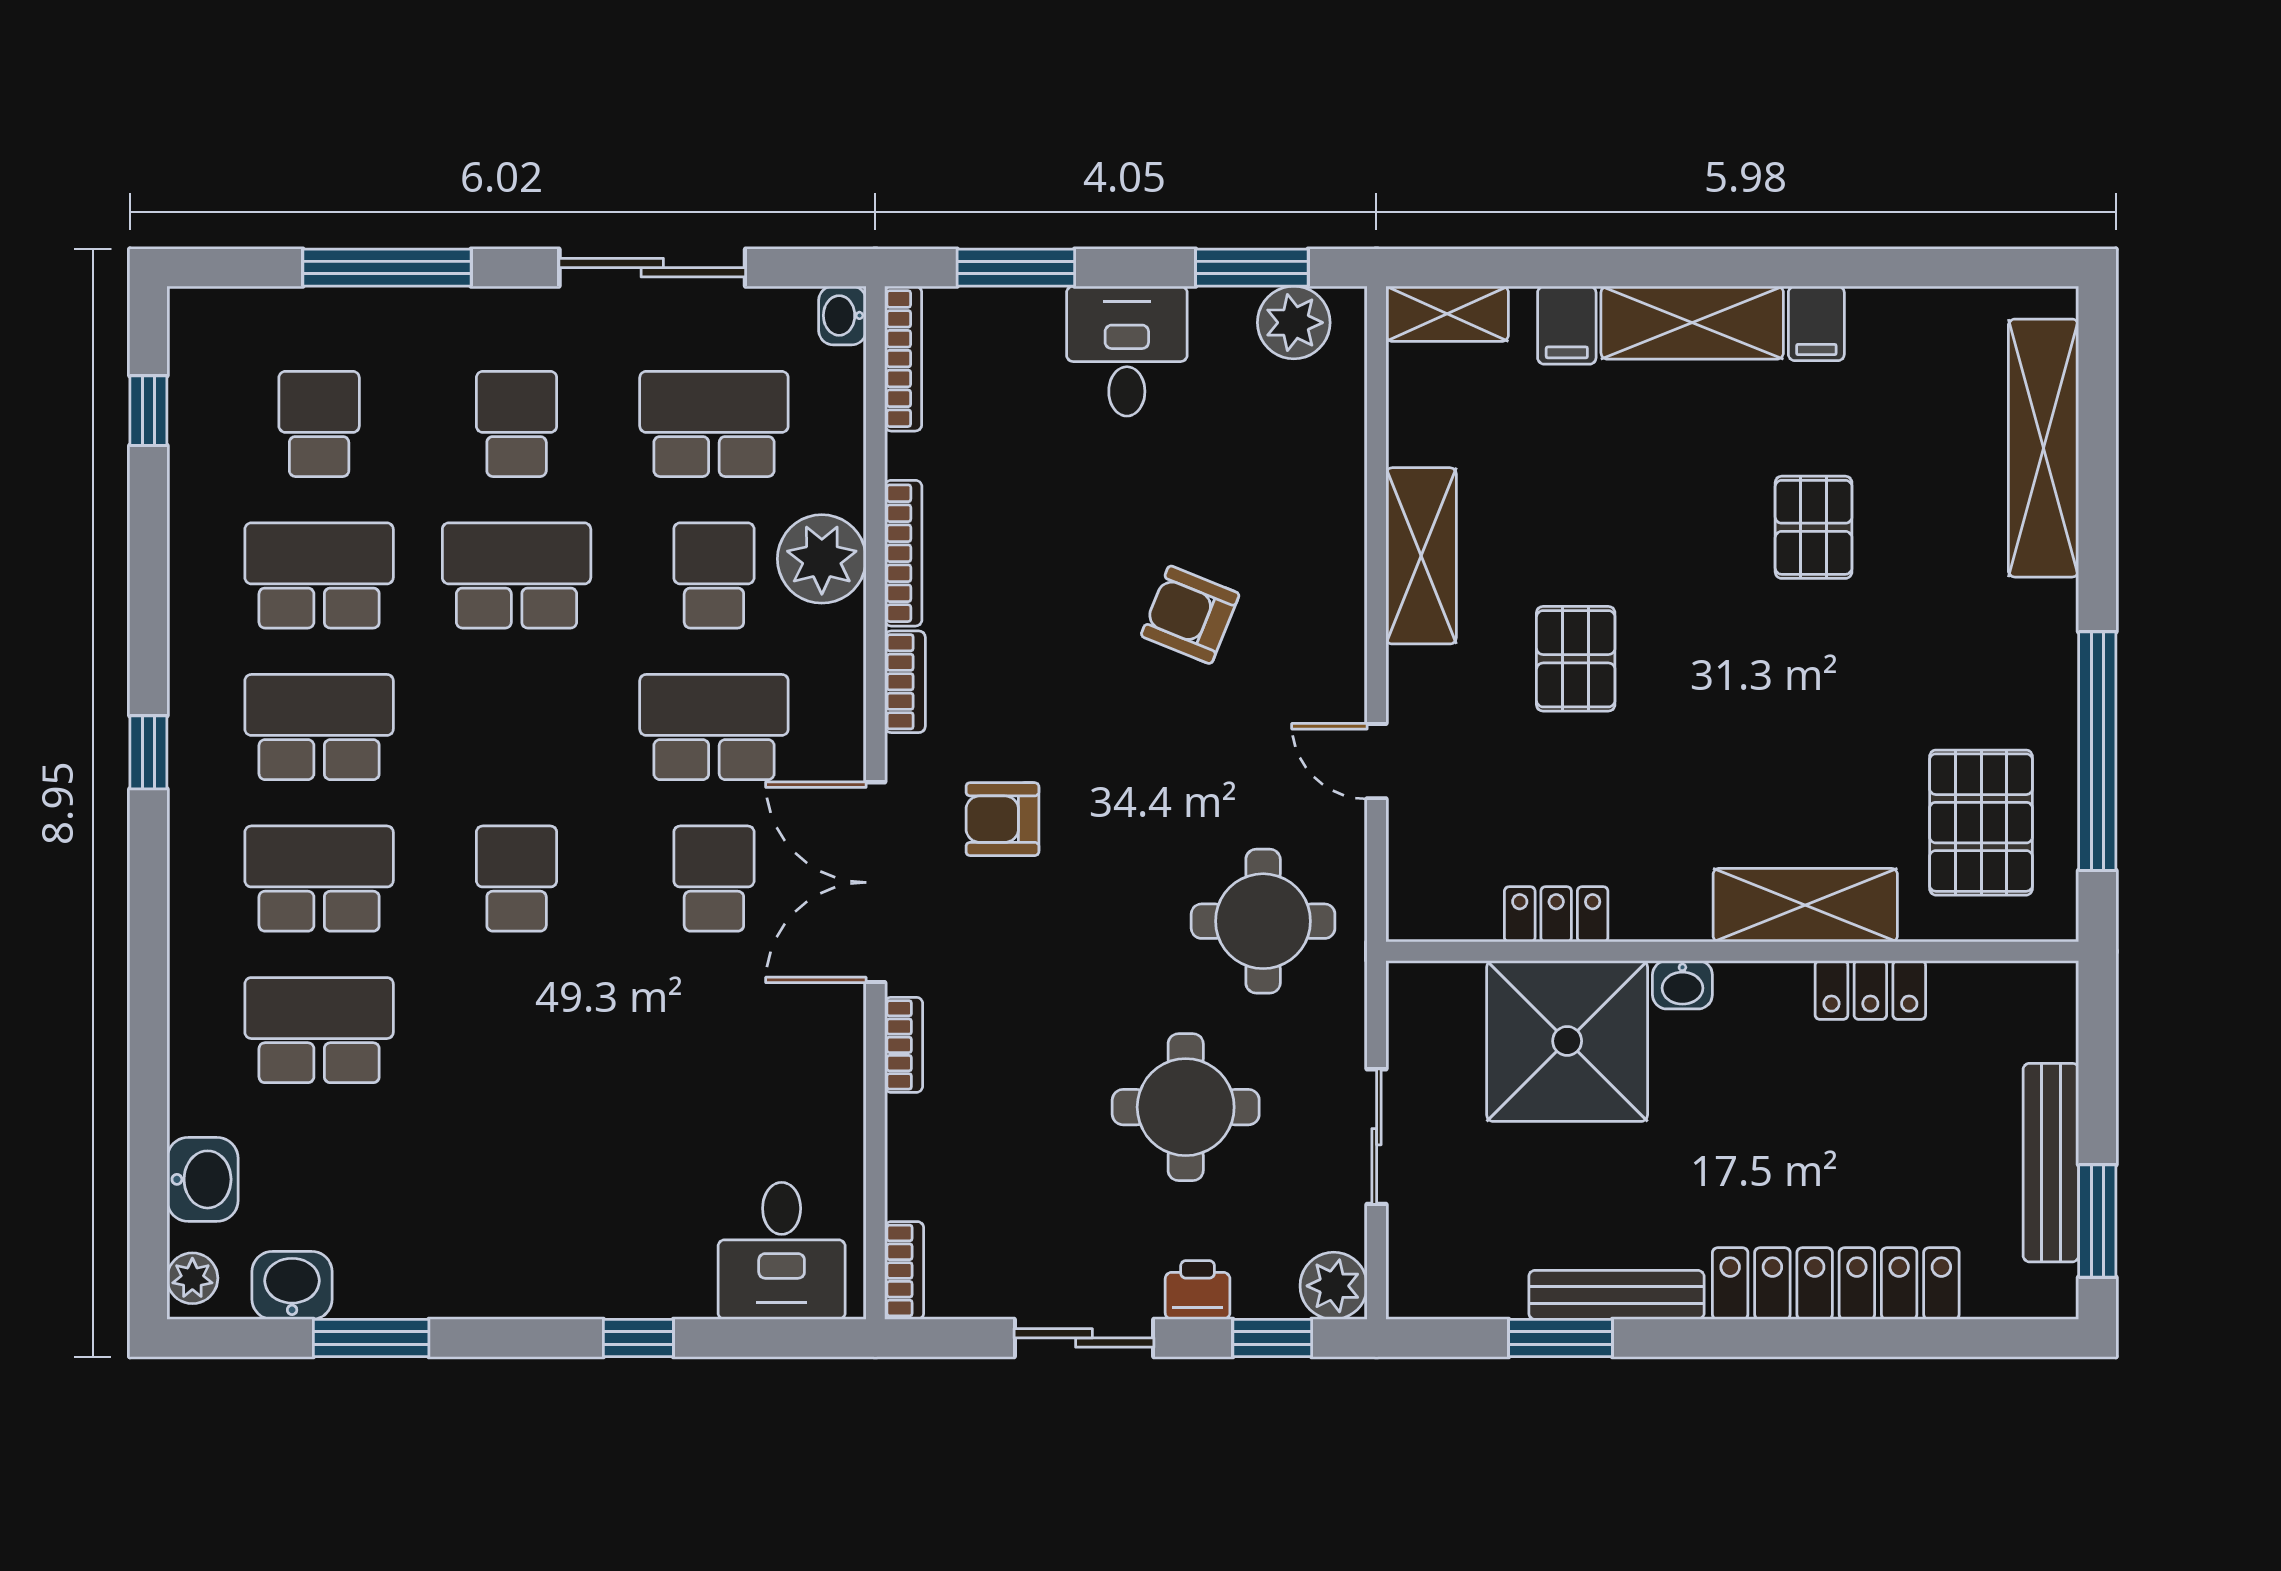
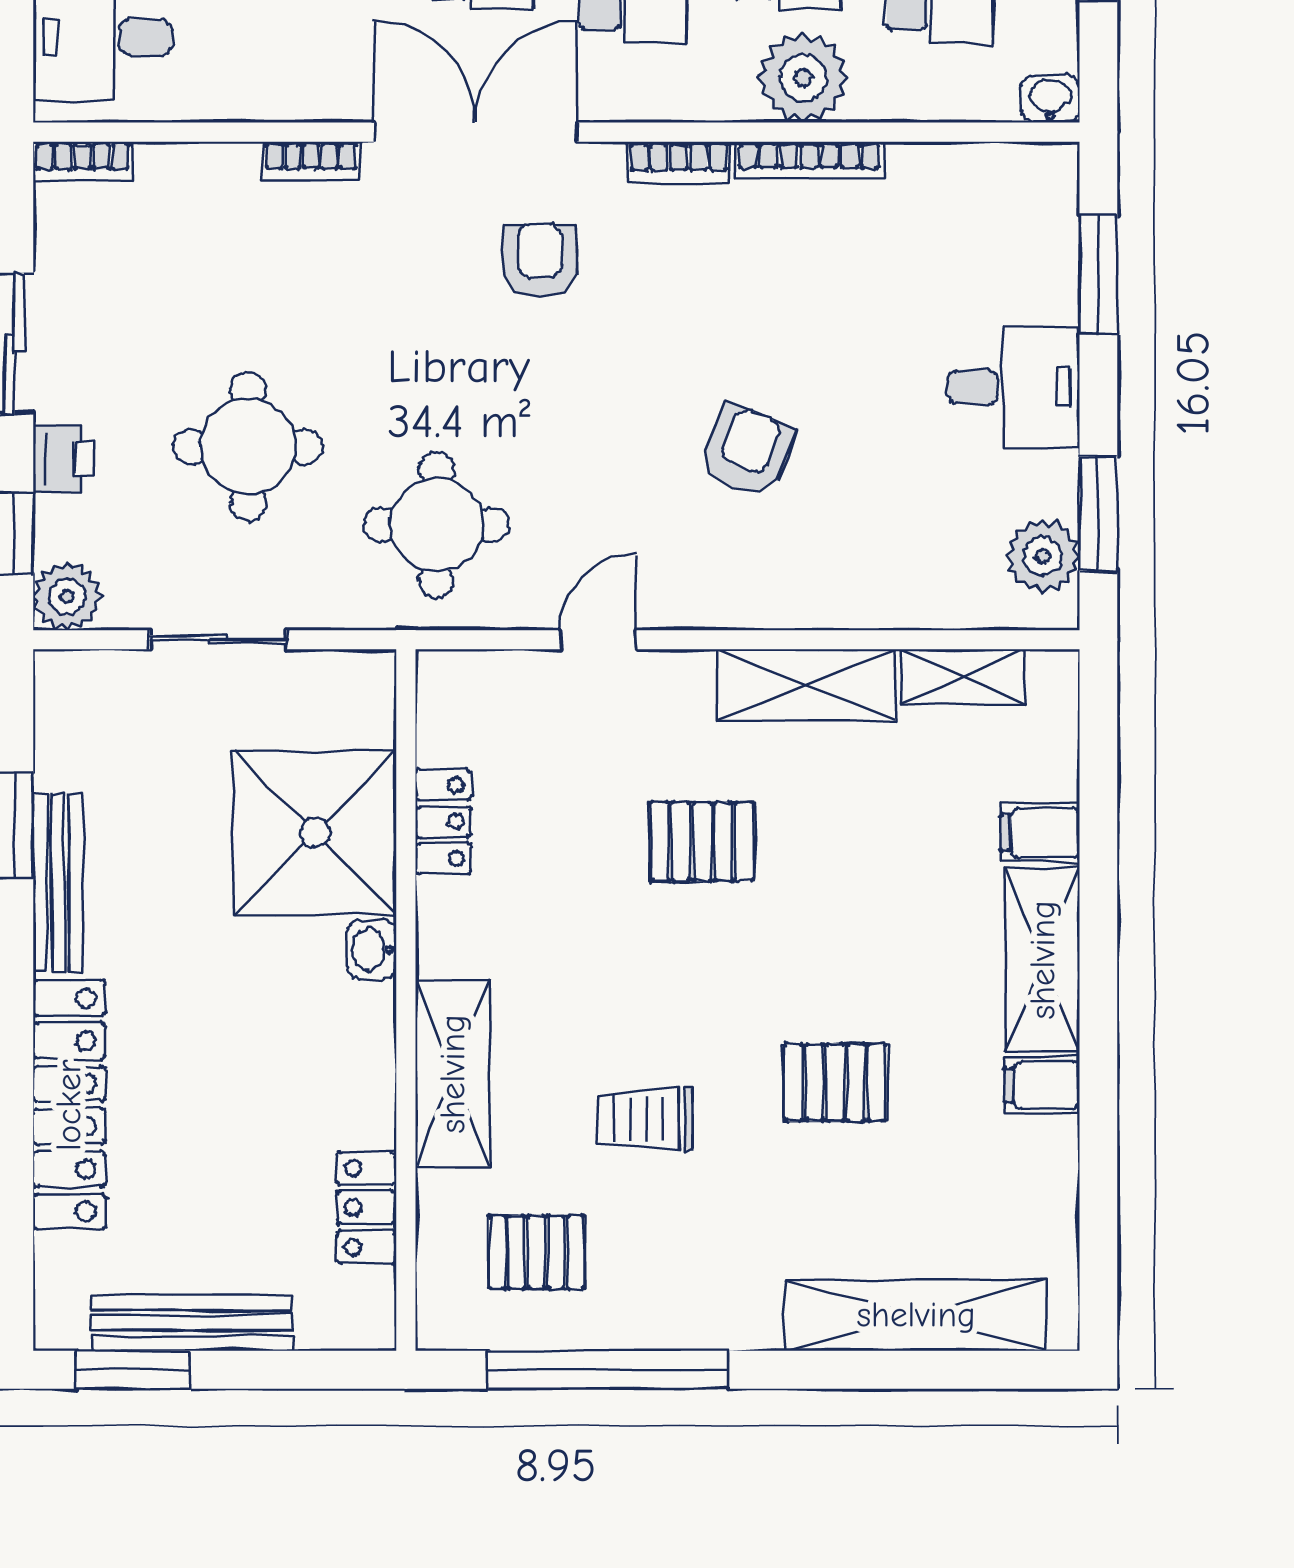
shelving: (1447, 314) -> (963, 677), moved, turned 90
bookcase: (903, 359) -> (1006, 160), removed
trolley: (1850, 715) -> (645, 1119), added
pallet: (1981, 823) -> (536, 1252), width x0.67, depth x0.71
locker: (1870, 990) -> (367, 1208), moved

